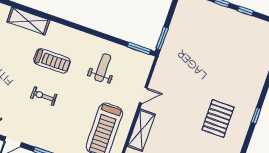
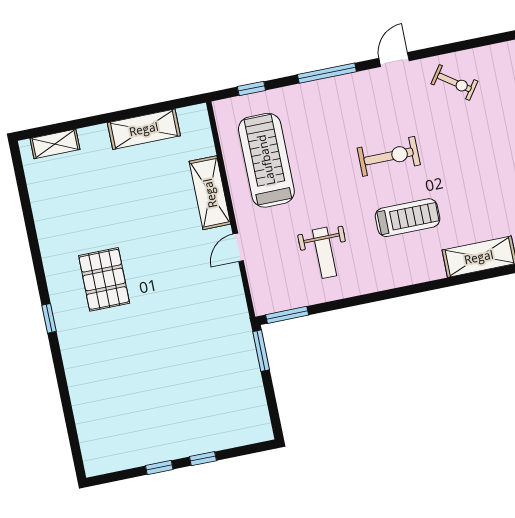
treadmill: (52, 61) -> (408, 218), turned 180
exercise bike: (44, 96) -> (389, 156), width x1.38, depth x1.39

